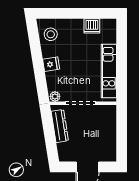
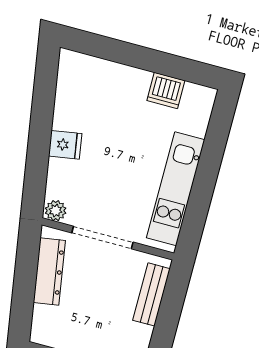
stool: (51, 34) -> (80, 85), removed
bench: (111, 124) -> (151, 294), added

